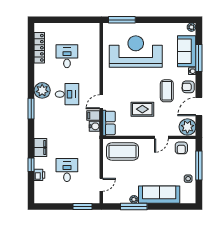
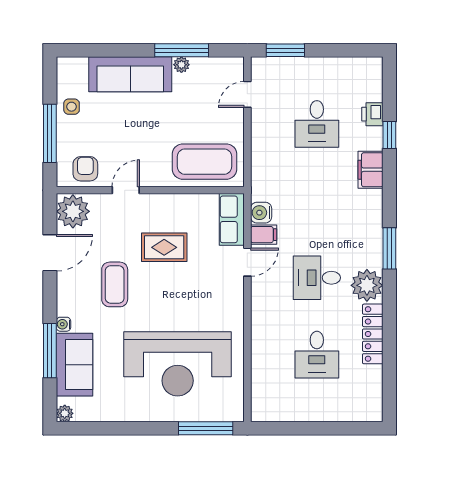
locker: (39, 48) -> (373, 334), moved
armchair: (188, 87) -> (71, 292), removed

